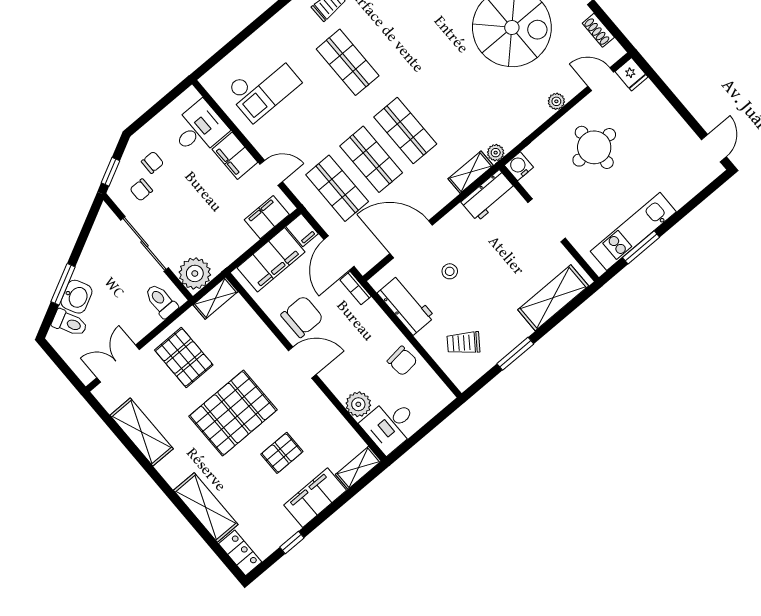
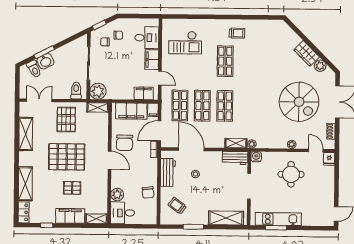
chair: (302, 317) -> (125, 143), turned 90

